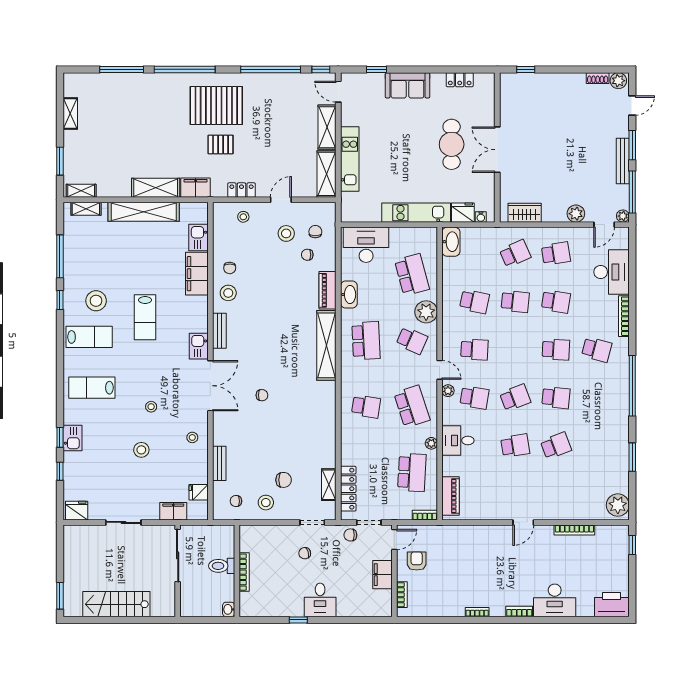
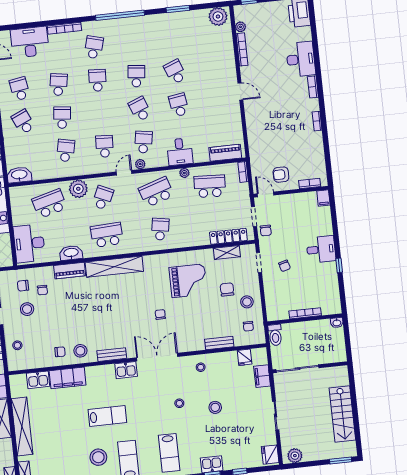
grand piano: (299, 434) -> (188, 281), added
plant: (602, 531) -> (241, 27), added
plant: (72, 541) -> (295, 456), added
toilet: (222, 566) -> (275, 335), moved
filing cabinet: (382, 575) -> (323, 198), moved, width x0.50

